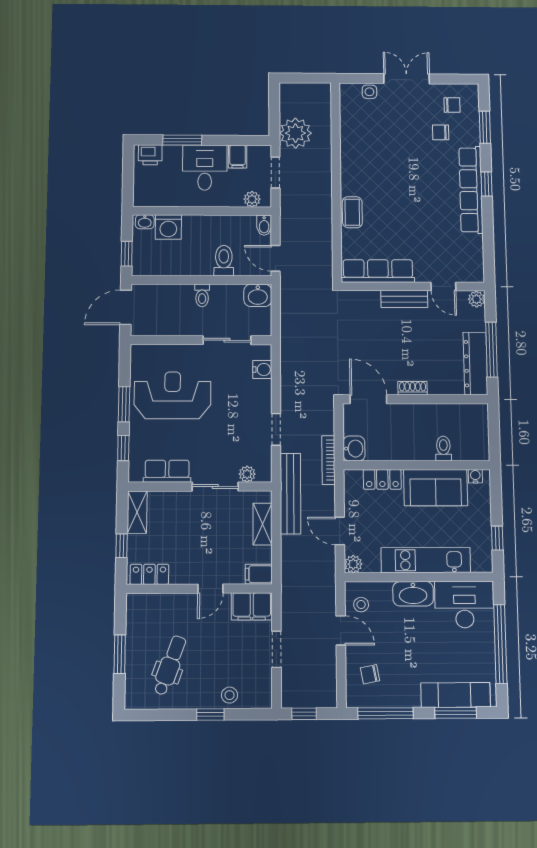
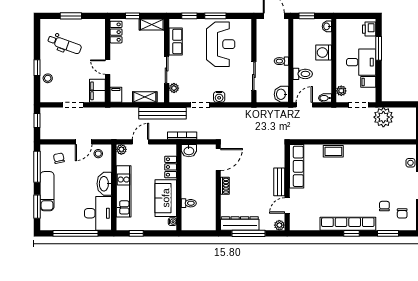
washing machine: (168, 227) -> (324, 52), moved
water cooler: (262, 370) -> (219, 97), moved
exam couch: (456, 695) -> (47, 191), moved

